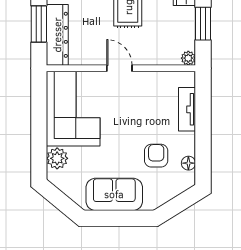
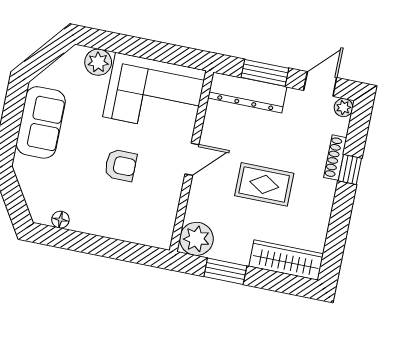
plant: (188, 58) -> (196, 239), width x1.87, depth x1.87
tv unit: (187, 109) -> (126, 231), removed
armchair: (156, 156) -> (121, 165), moved

